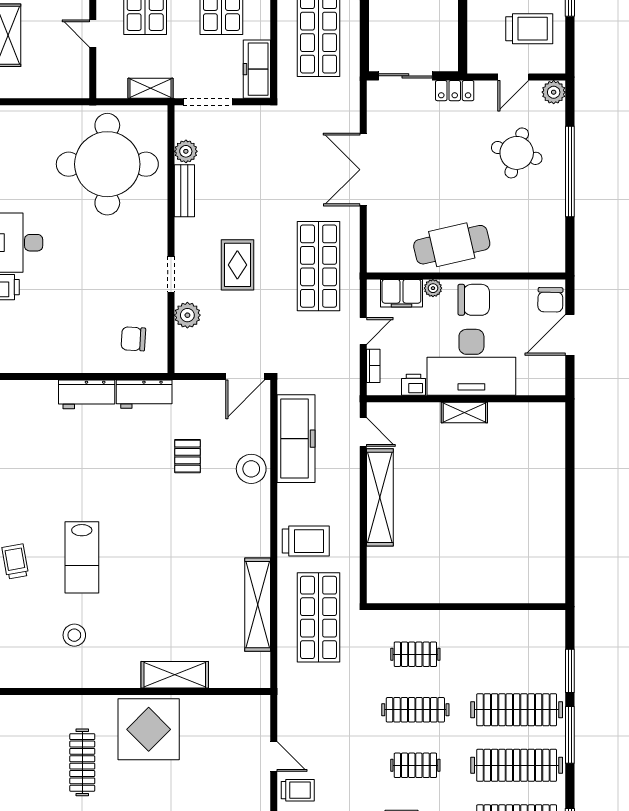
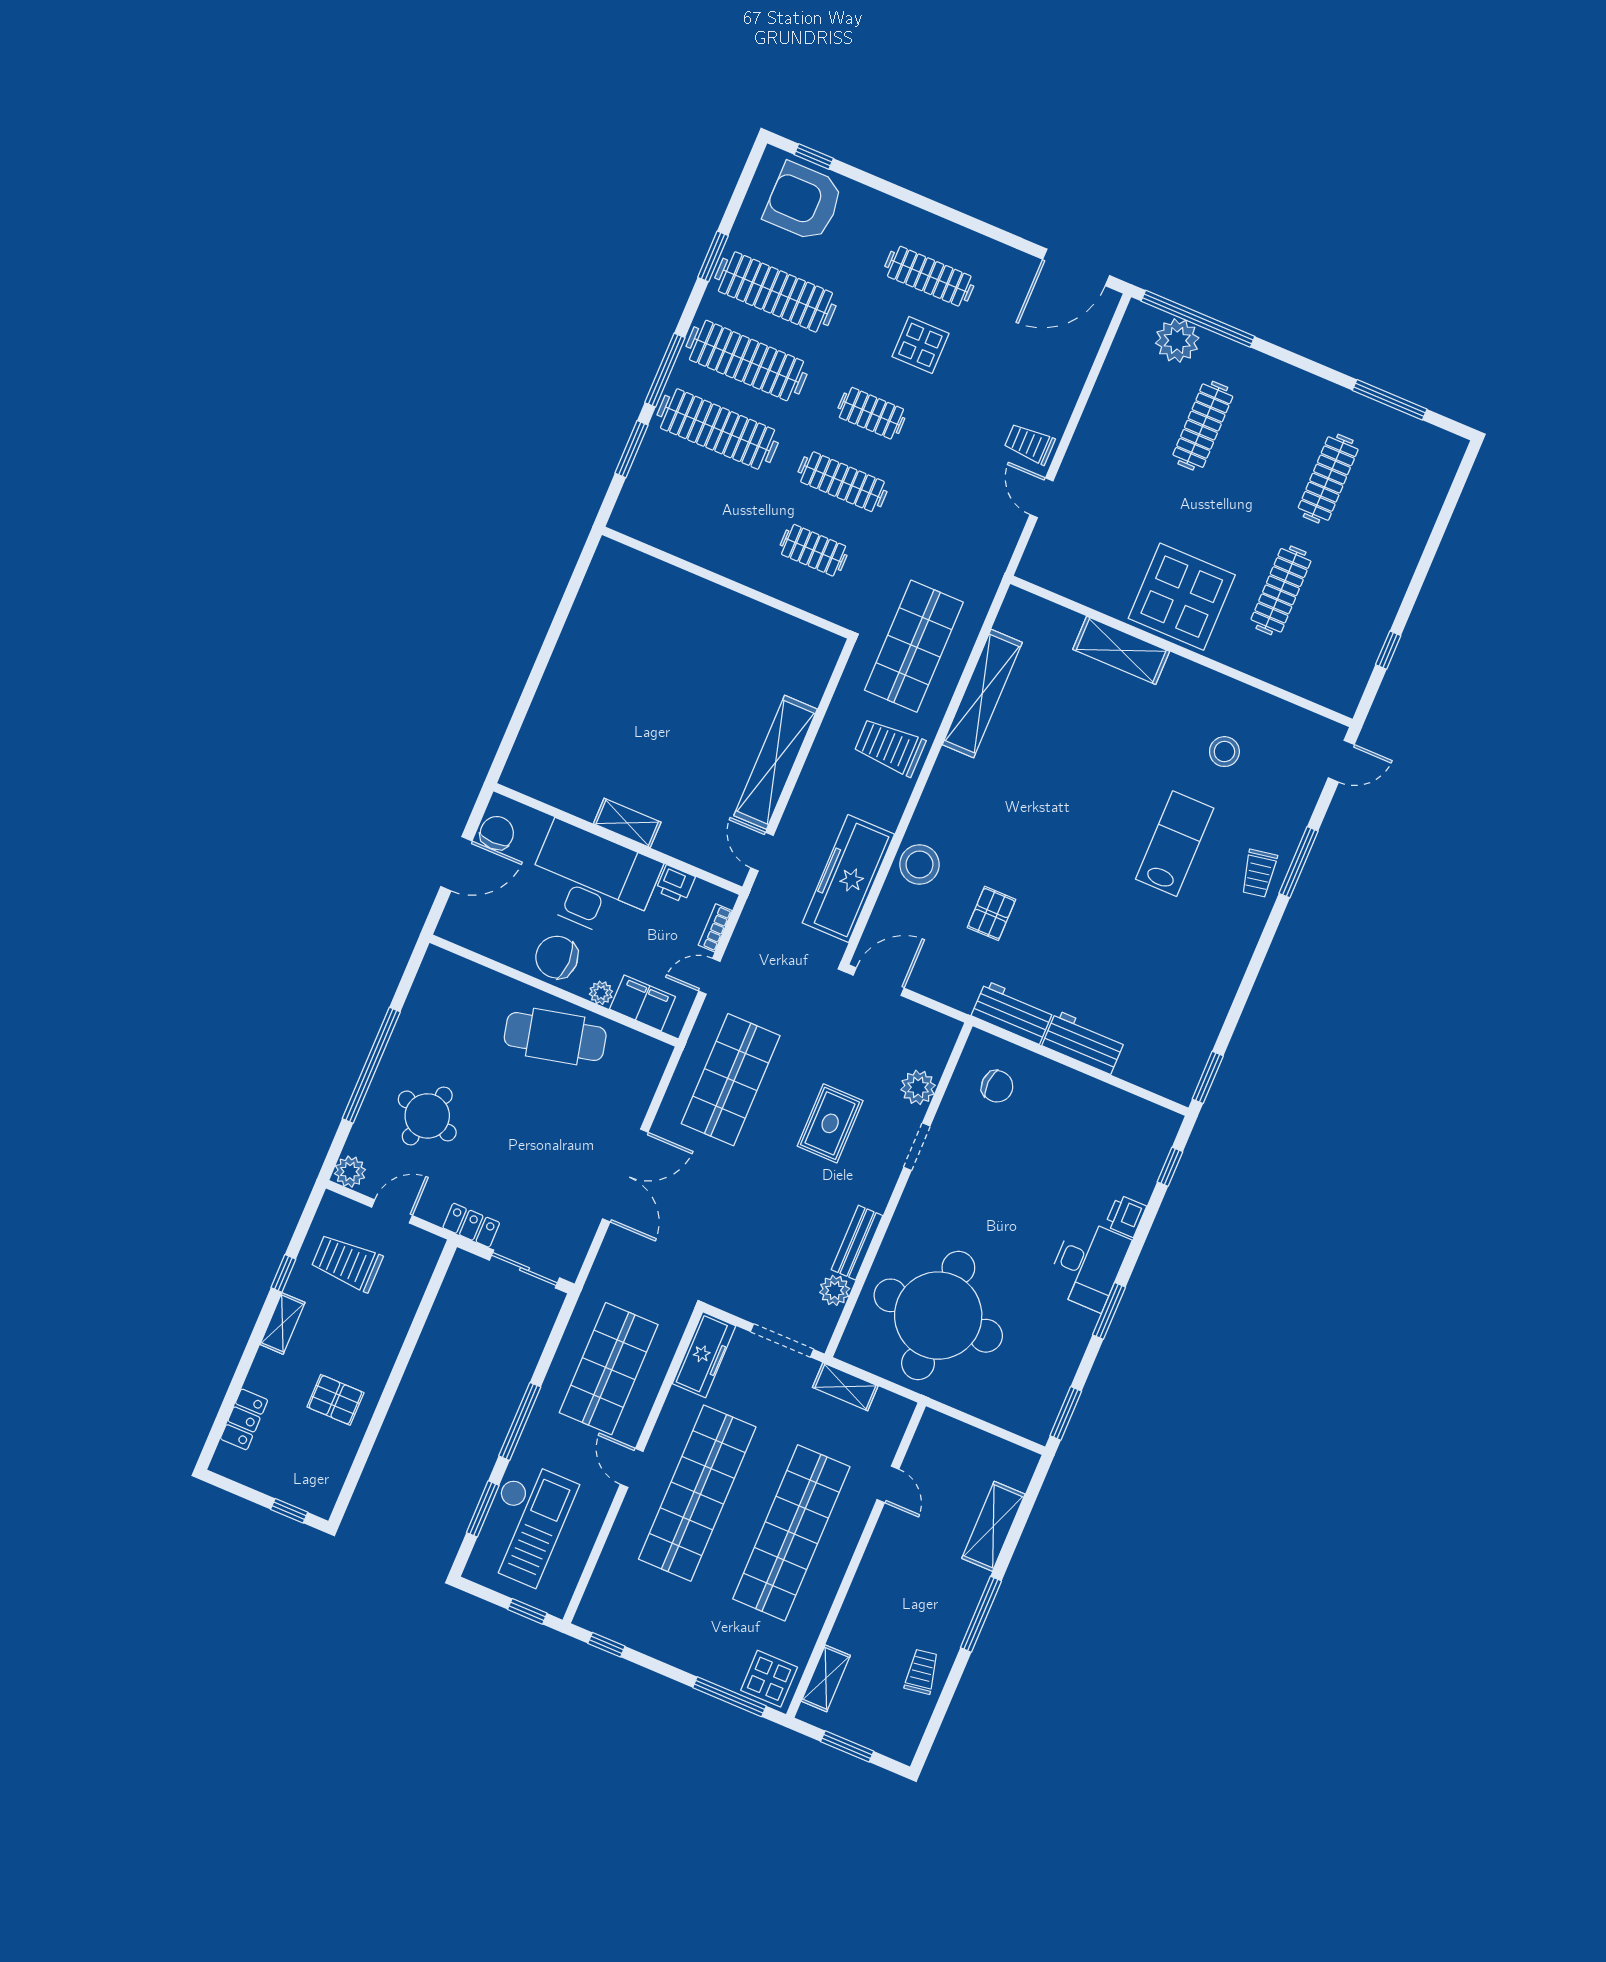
chair: (550, 300) -> (497, 833), moved

